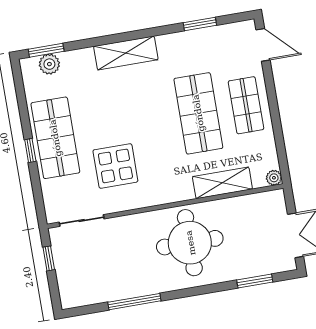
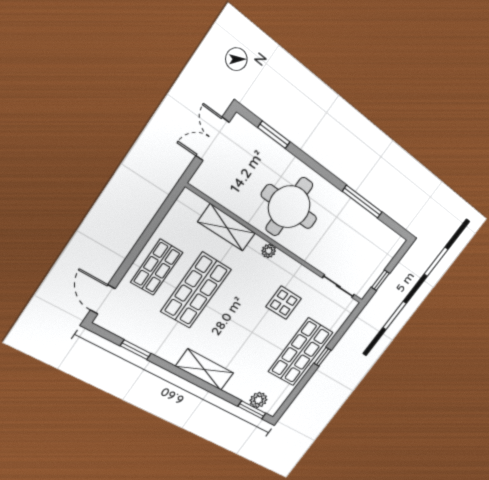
display table: (115, 166) -> (284, 303), width x0.73, depth x0.73
plant: (274, 178) -> (269, 251), moved

